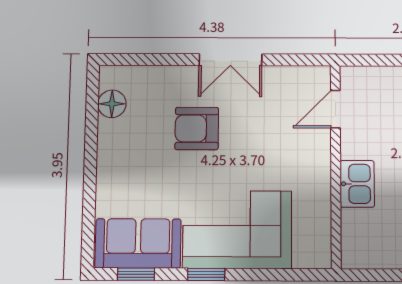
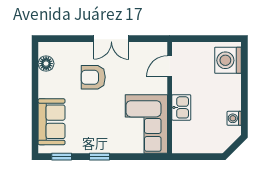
corner sofa: (237, 230) -> (146, 124), moved, turned -90
sofa: (138, 243) -> (52, 122), moved, turned 90

